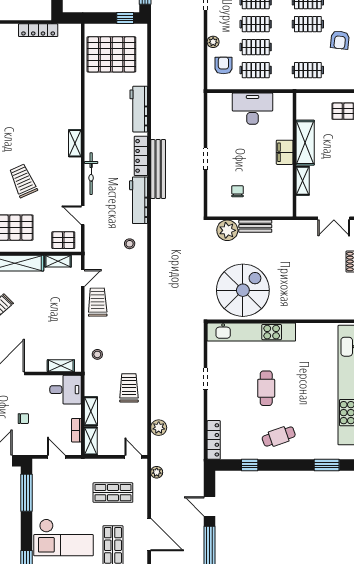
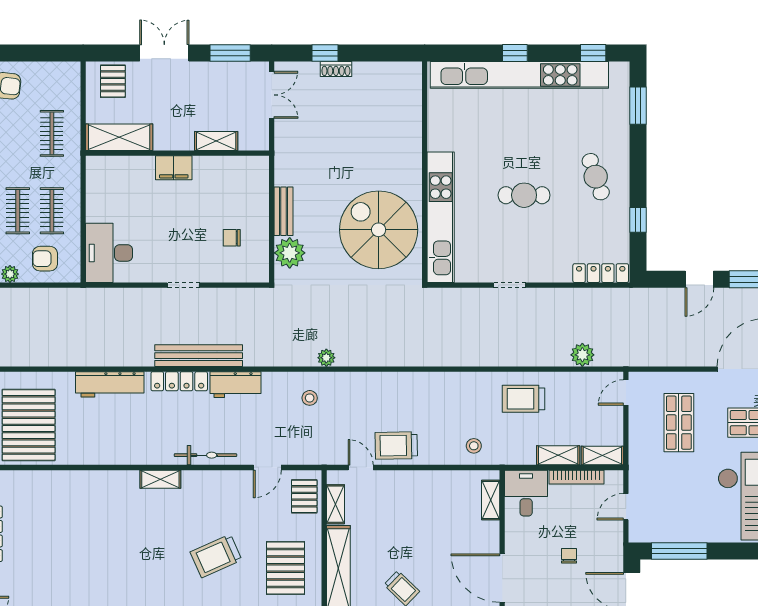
desk: (253, 109) -> (109, 253), moved
shelving: (305, 143) -> (119, 137), moved
workbench: (139, 200) -> (236, 385), width x0.73
bookcase: (76, 430) -> (577, 477), width x1.56
plant: (157, 472) -> (326, 358), moved

